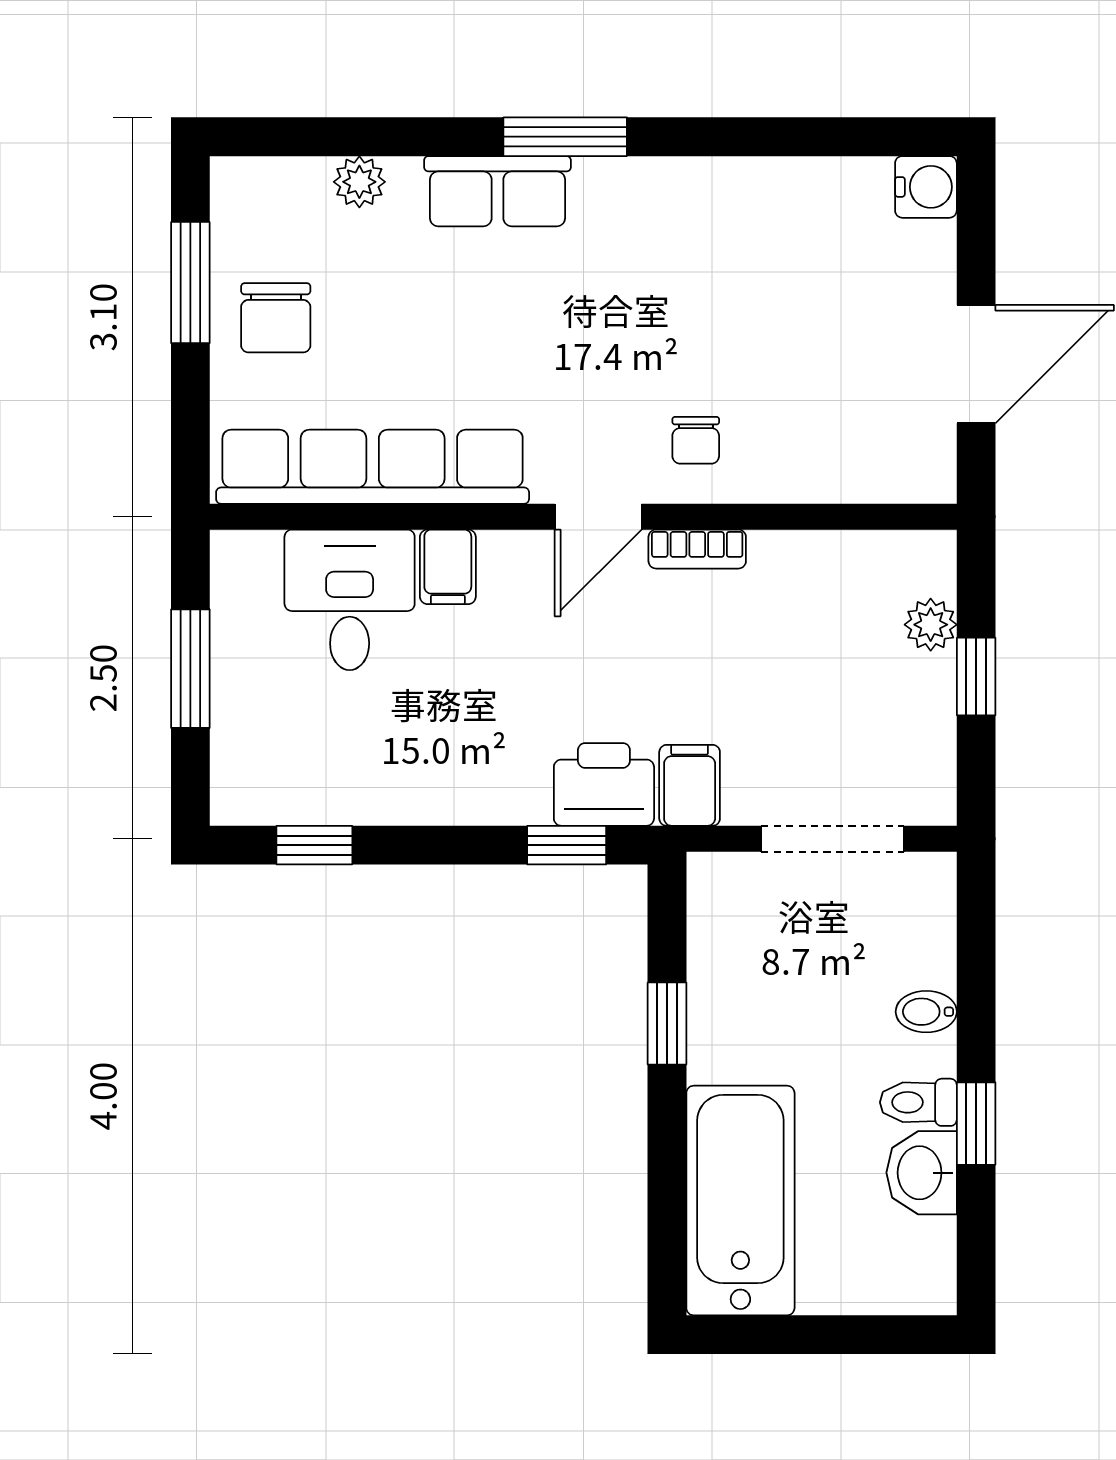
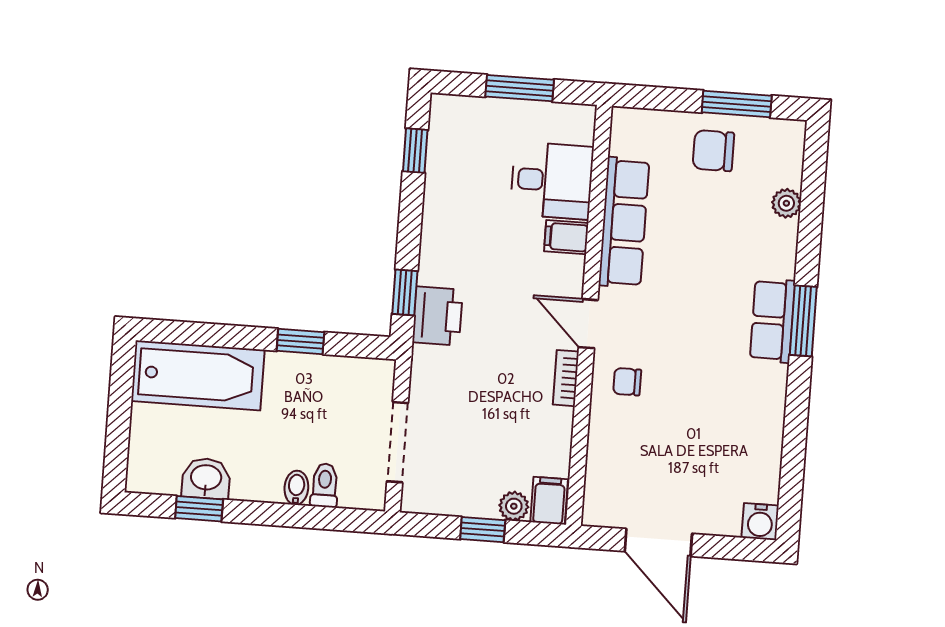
row of seats: (498, 191) -> (772, 321), moved
row of seats: (373, 467) -> (624, 222), width x0.73
filing cabinet: (690, 785) -> (549, 501), moved, turned -90
toilet: (918, 1102) -> (325, 485), moved
window: (976, 1124) -> (199, 509), moved

